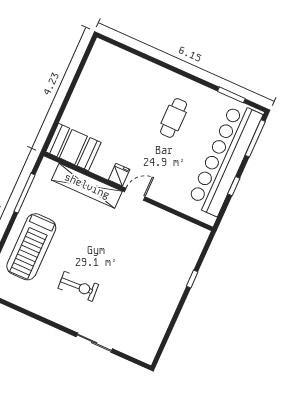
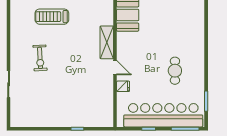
cafe table: (174, 118) -> (175, 71), turned 90
fridge: (119, 175) -> (123, 86), moved
shelving: (87, 186) -> (107, 42), width x0.68
treadmill: (31, 247) -> (52, 17), width x0.73, depth x0.73

